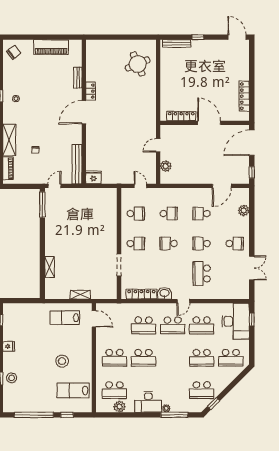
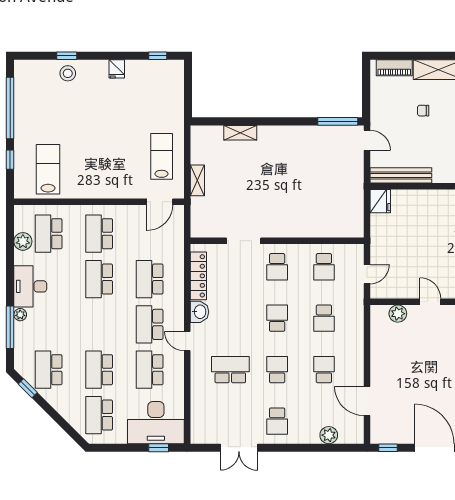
stool: (62, 361) -> (94, 152), removed

